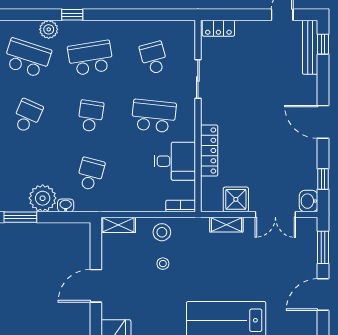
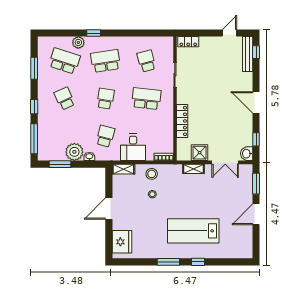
school desk: (27, 116) -> (64, 99), turned -48
desk: (175, 161) -> (133, 147), moved, turned 90

